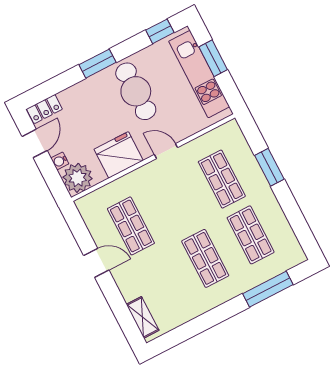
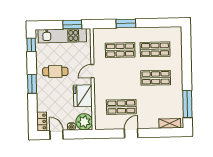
window: (213, 58) -> (72, 25), moved
cafe table: (136, 91) -> (55, 72), width x0.73, depth x0.74
window: (268, 289) -> (187, 104), moved

